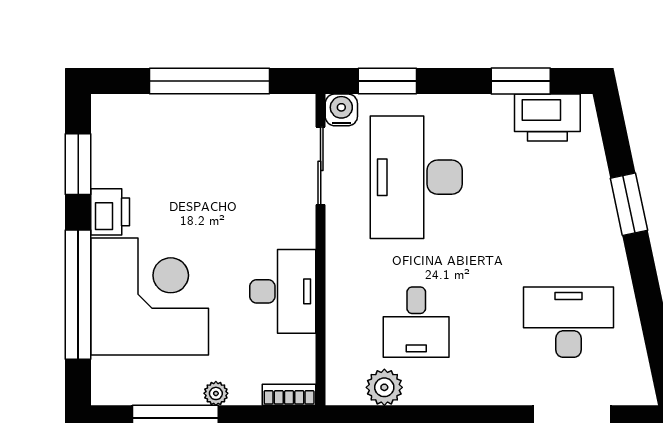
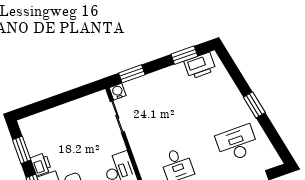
window: (209, 81) -> (62, 99), removed
desk: (416, 177) -> (157, 108), removed
window: (629, 204) -> (254, 105), moved

